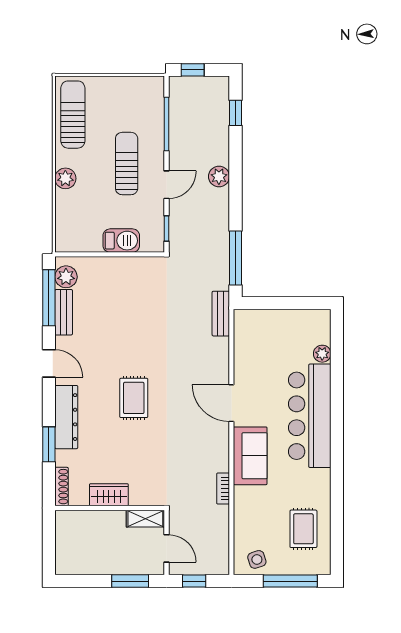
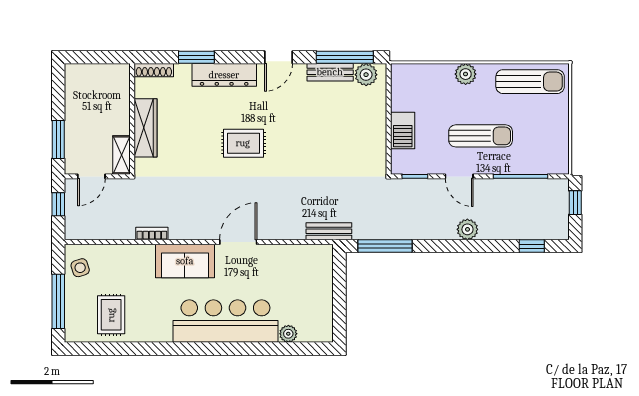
wardrobe: (109, 495) -> (146, 128), width x1.50
rug: (303, 529) -> (111, 315), turned 90

